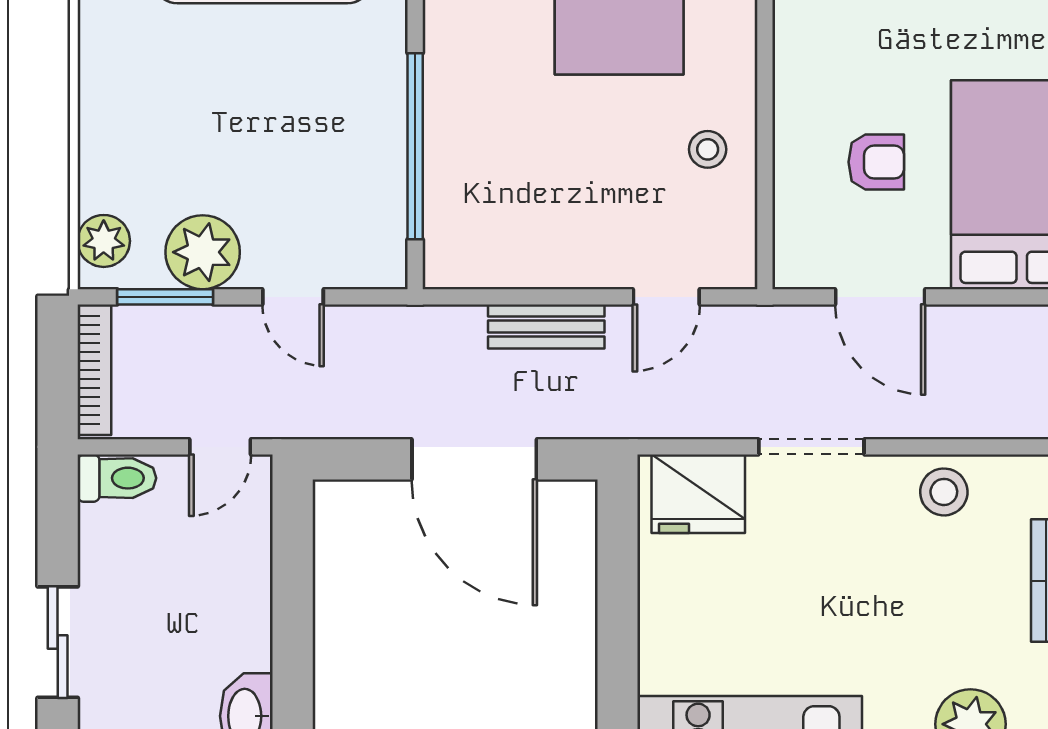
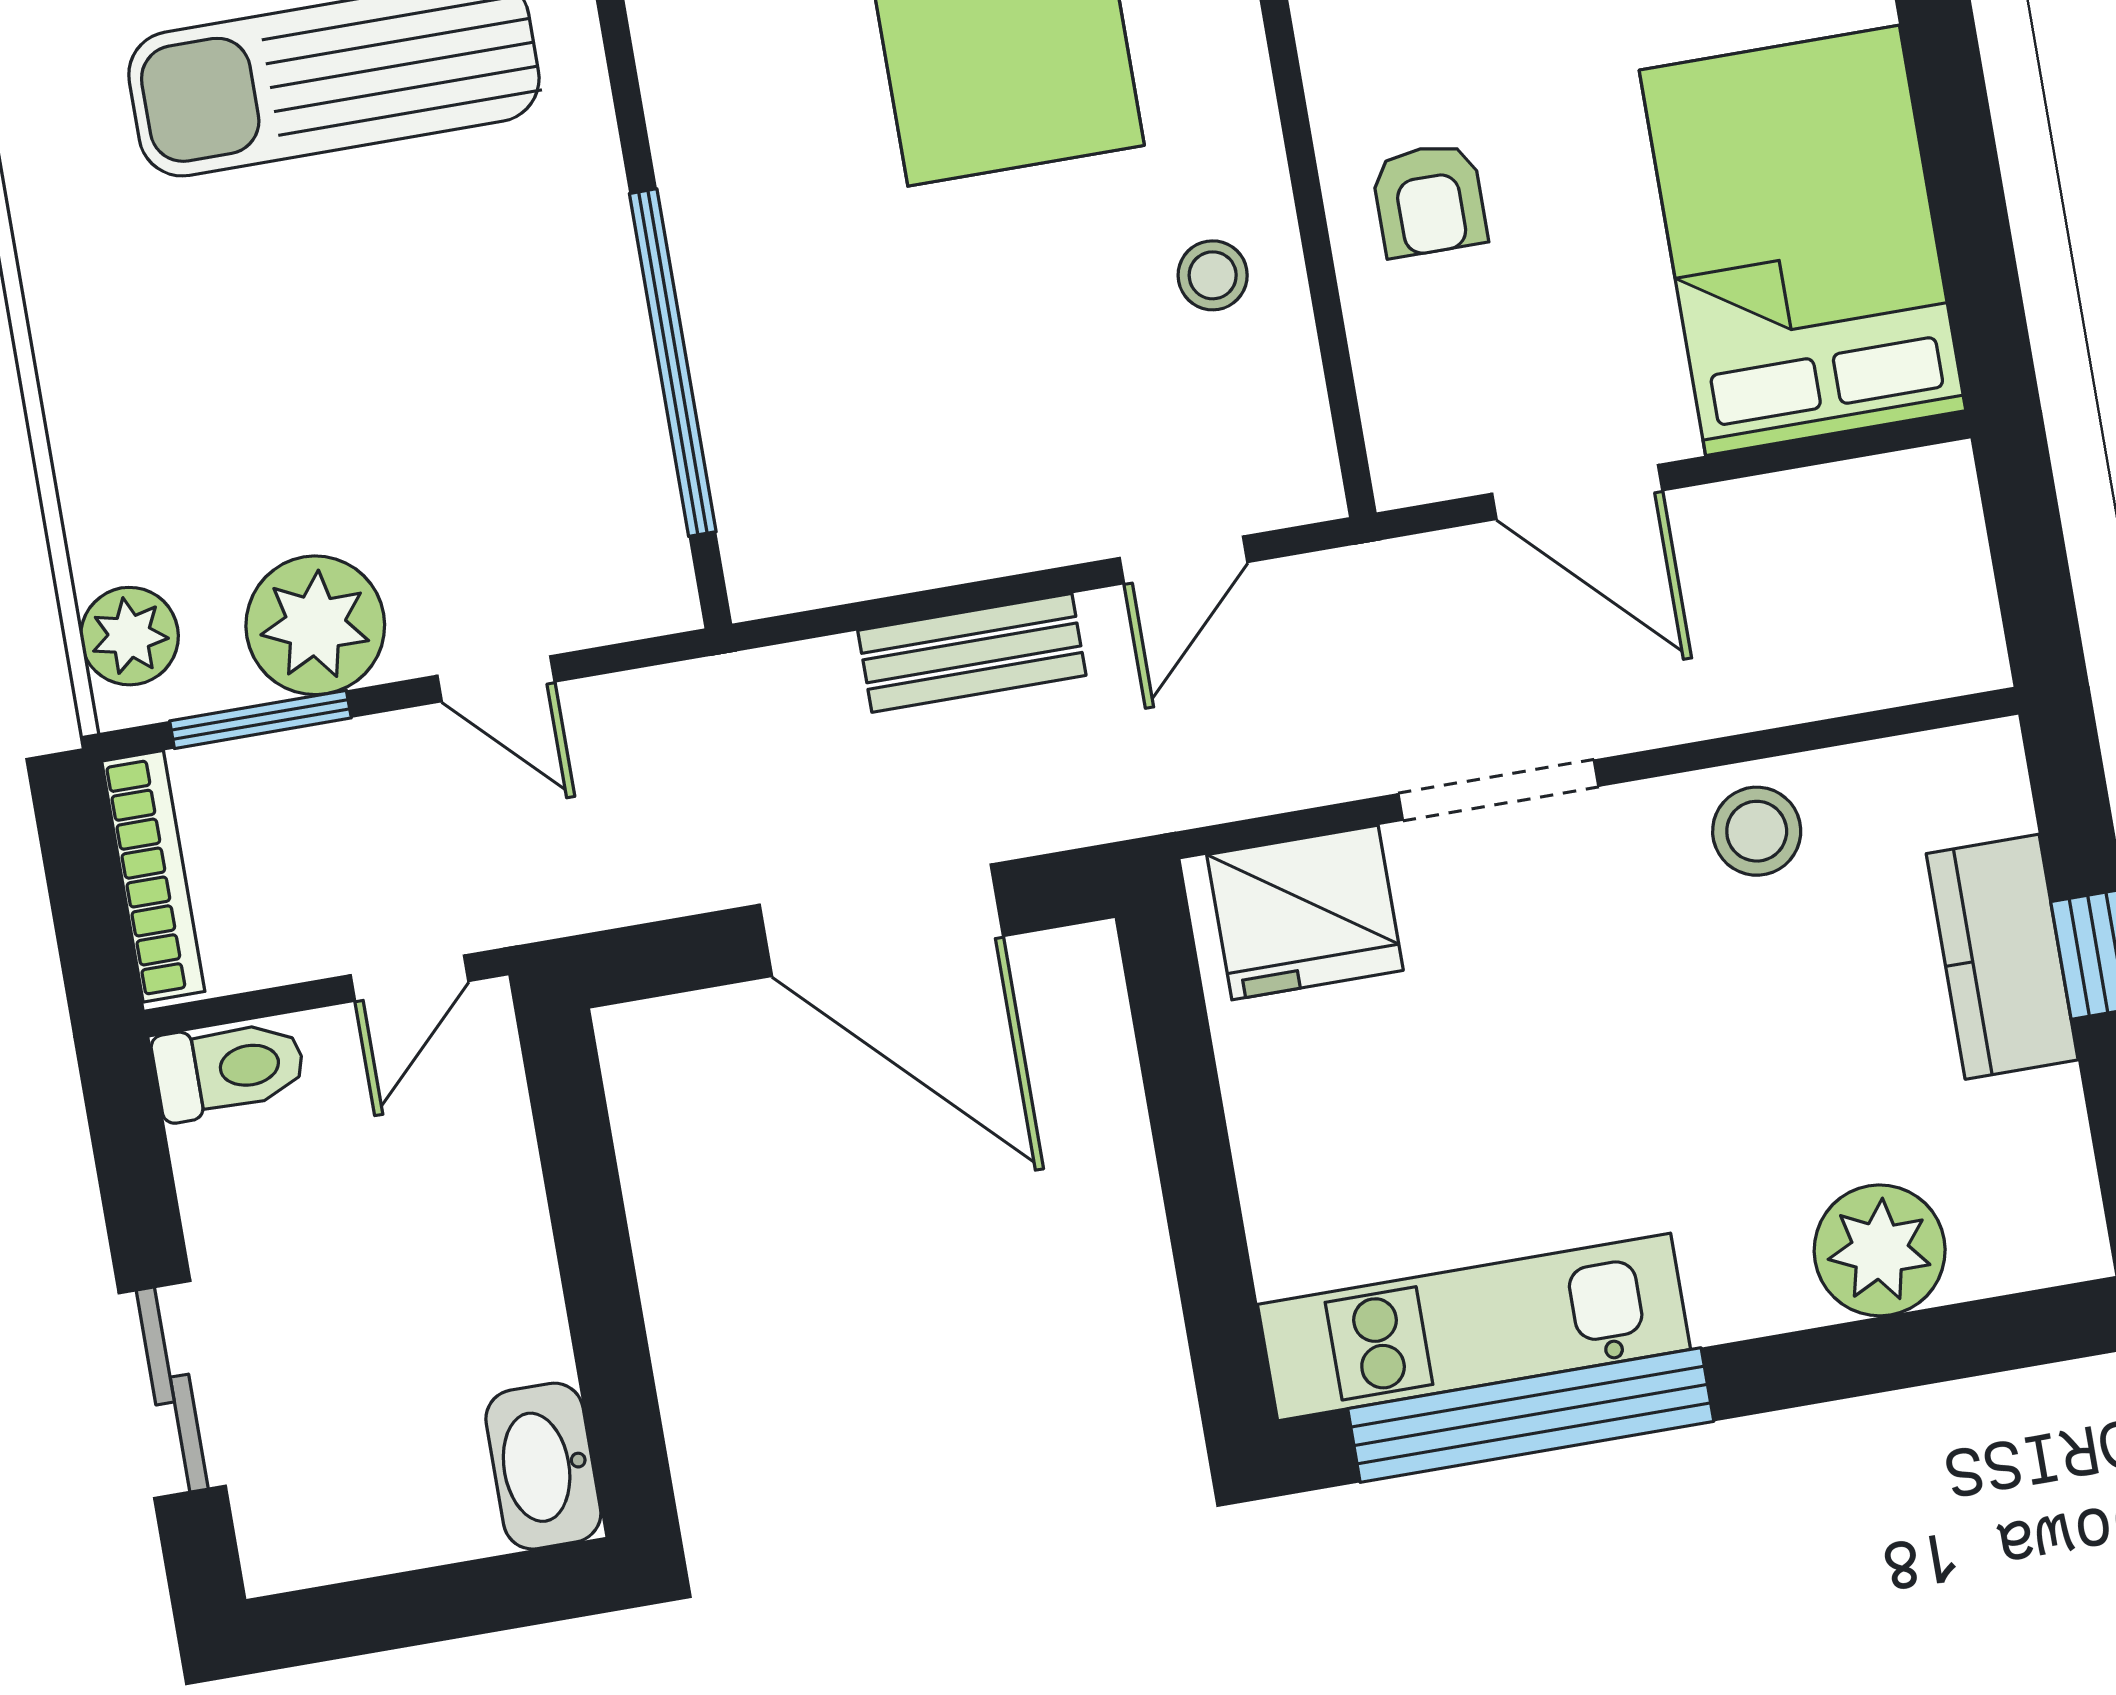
armchair: (876, 162) -> (1429, 200), moved, turned 90

